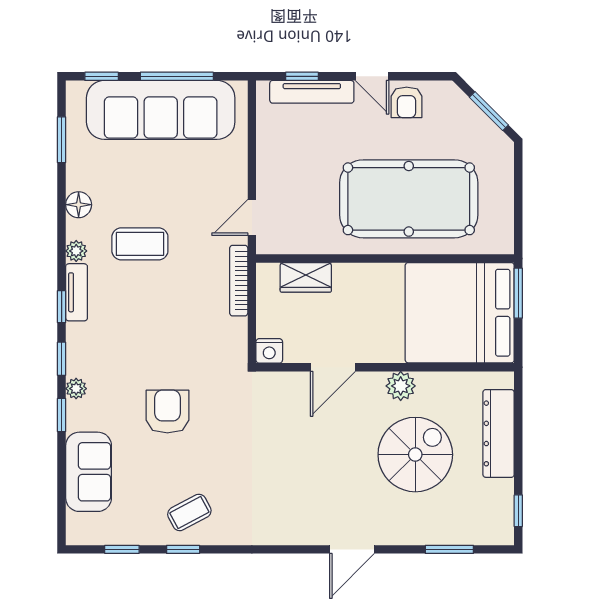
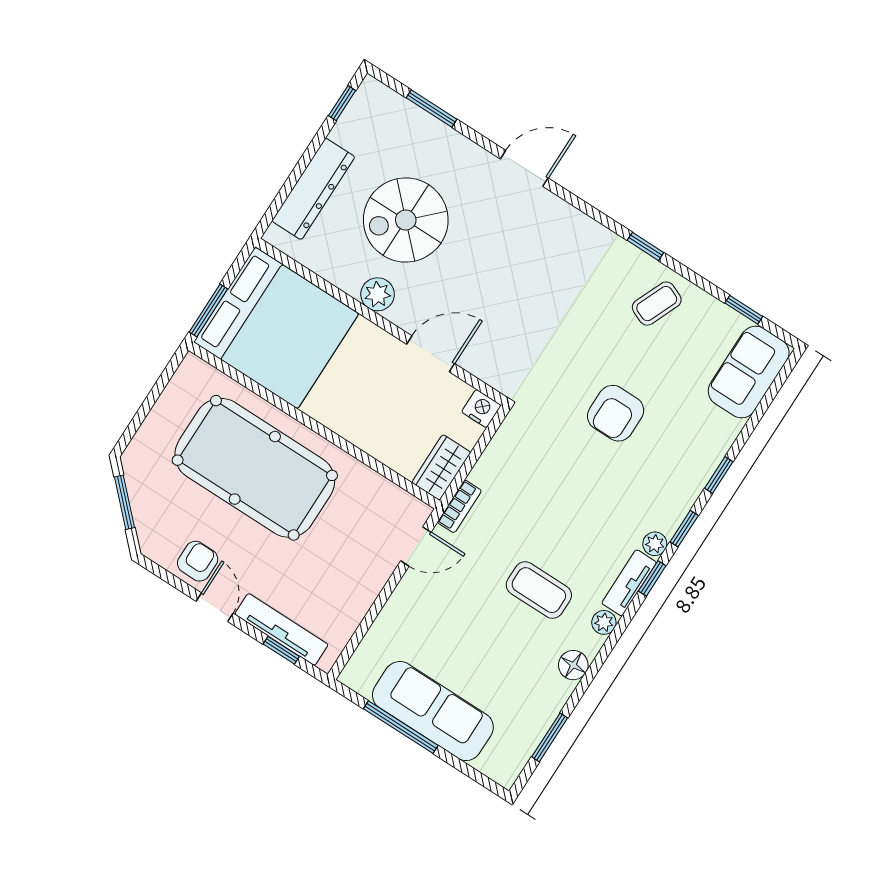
window: (102, 76) -> (472, 773), removed
sofa: (161, 110) -> (433, 711), width x0.74, depth x0.79
wardrobe: (306, 277) -> (441, 467), moved, turned -90
bookcase: (239, 281) -> (459, 506), width x0.64
plant: (76, 389) -> (655, 544), moved
sofa: (89, 472) -> (749, 372), moved
coffee table: (189, 512) -> (657, 304), turned -39
window: (183, 549) -> (645, 246), moved

